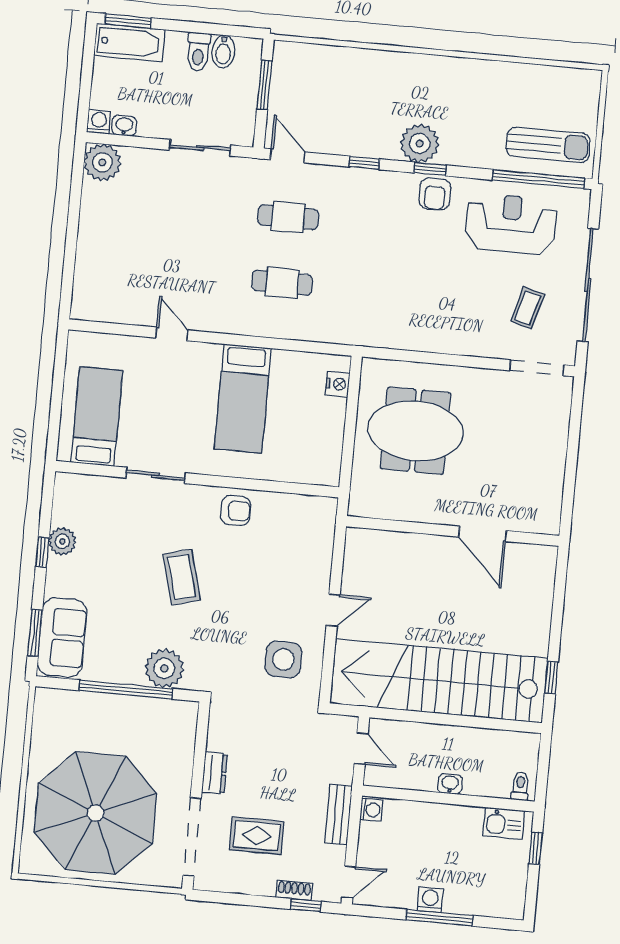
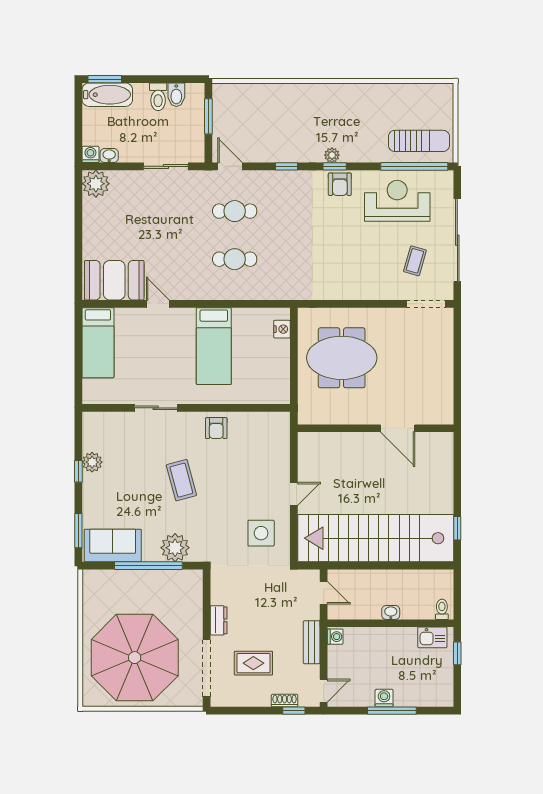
plant: (420, 144) -> (332, 155), width x0.53, depth x0.53
booth: (115, 296) -> (114, 280), added
bed: (97, 416) -> (98, 343), moved, turned 180
armchair: (236, 511) -> (216, 428), turned 90
sofa: (62, 637) -> (113, 546), moved, turned -90

